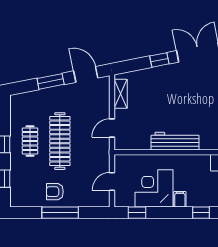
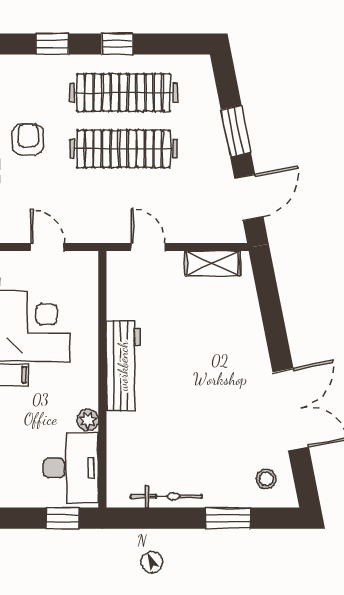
window: (159, 60) -> (276, 336), removed
clothes rail: (30, 141) -> (124, 93), width x1.86, depth x1.31
plant: (204, 160) -> (88, 420), added

